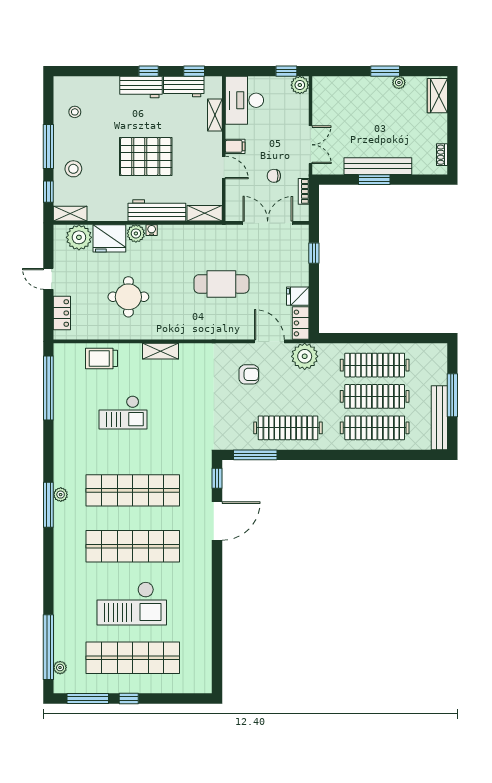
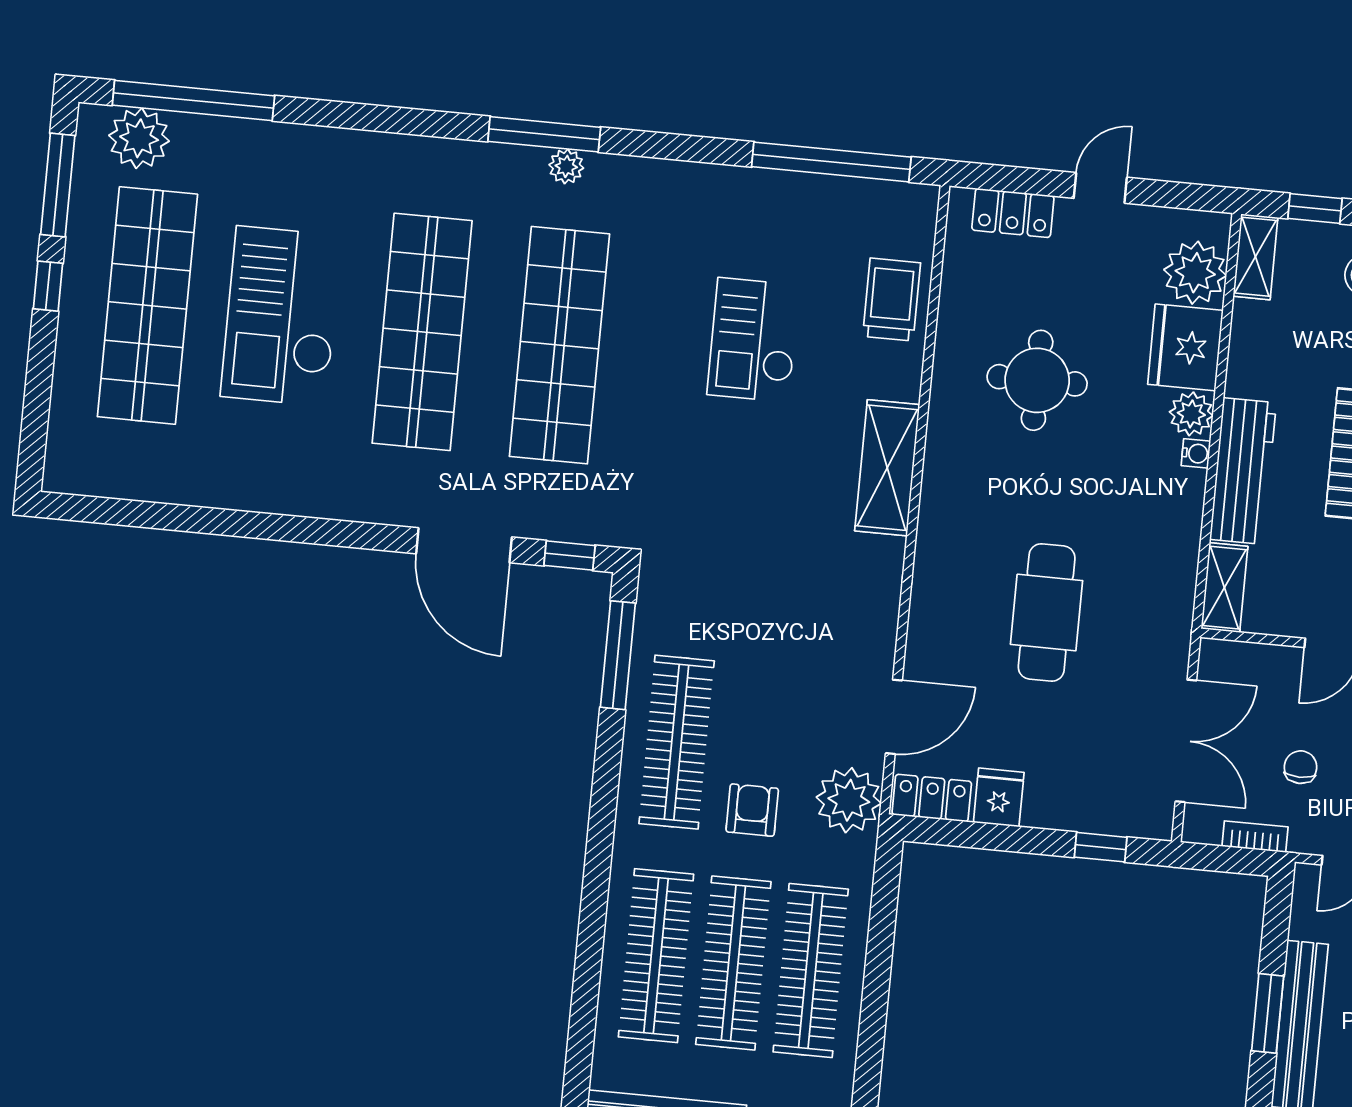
shelving: (161, 351) -> (887, 468), width x1.50, depth x1.33
armchair: (249, 374) -> (752, 810), moved, turned 180
plant: (60, 668) -> (139, 138), width x1.88, depth x1.88

